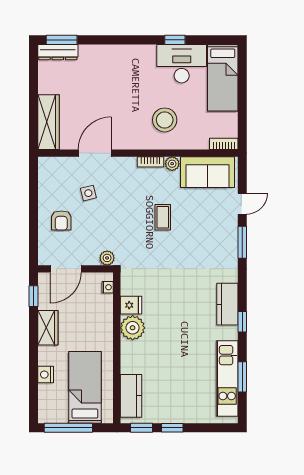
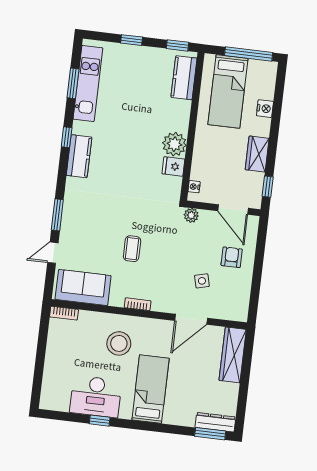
bed: (223, 78) -> (151, 389), moved
plant: (172, 164) -> (117, 300), removed
door: (66, 269) -> (233, 209), swing flipped
window: (172, 428) -> (132, 40), moved

